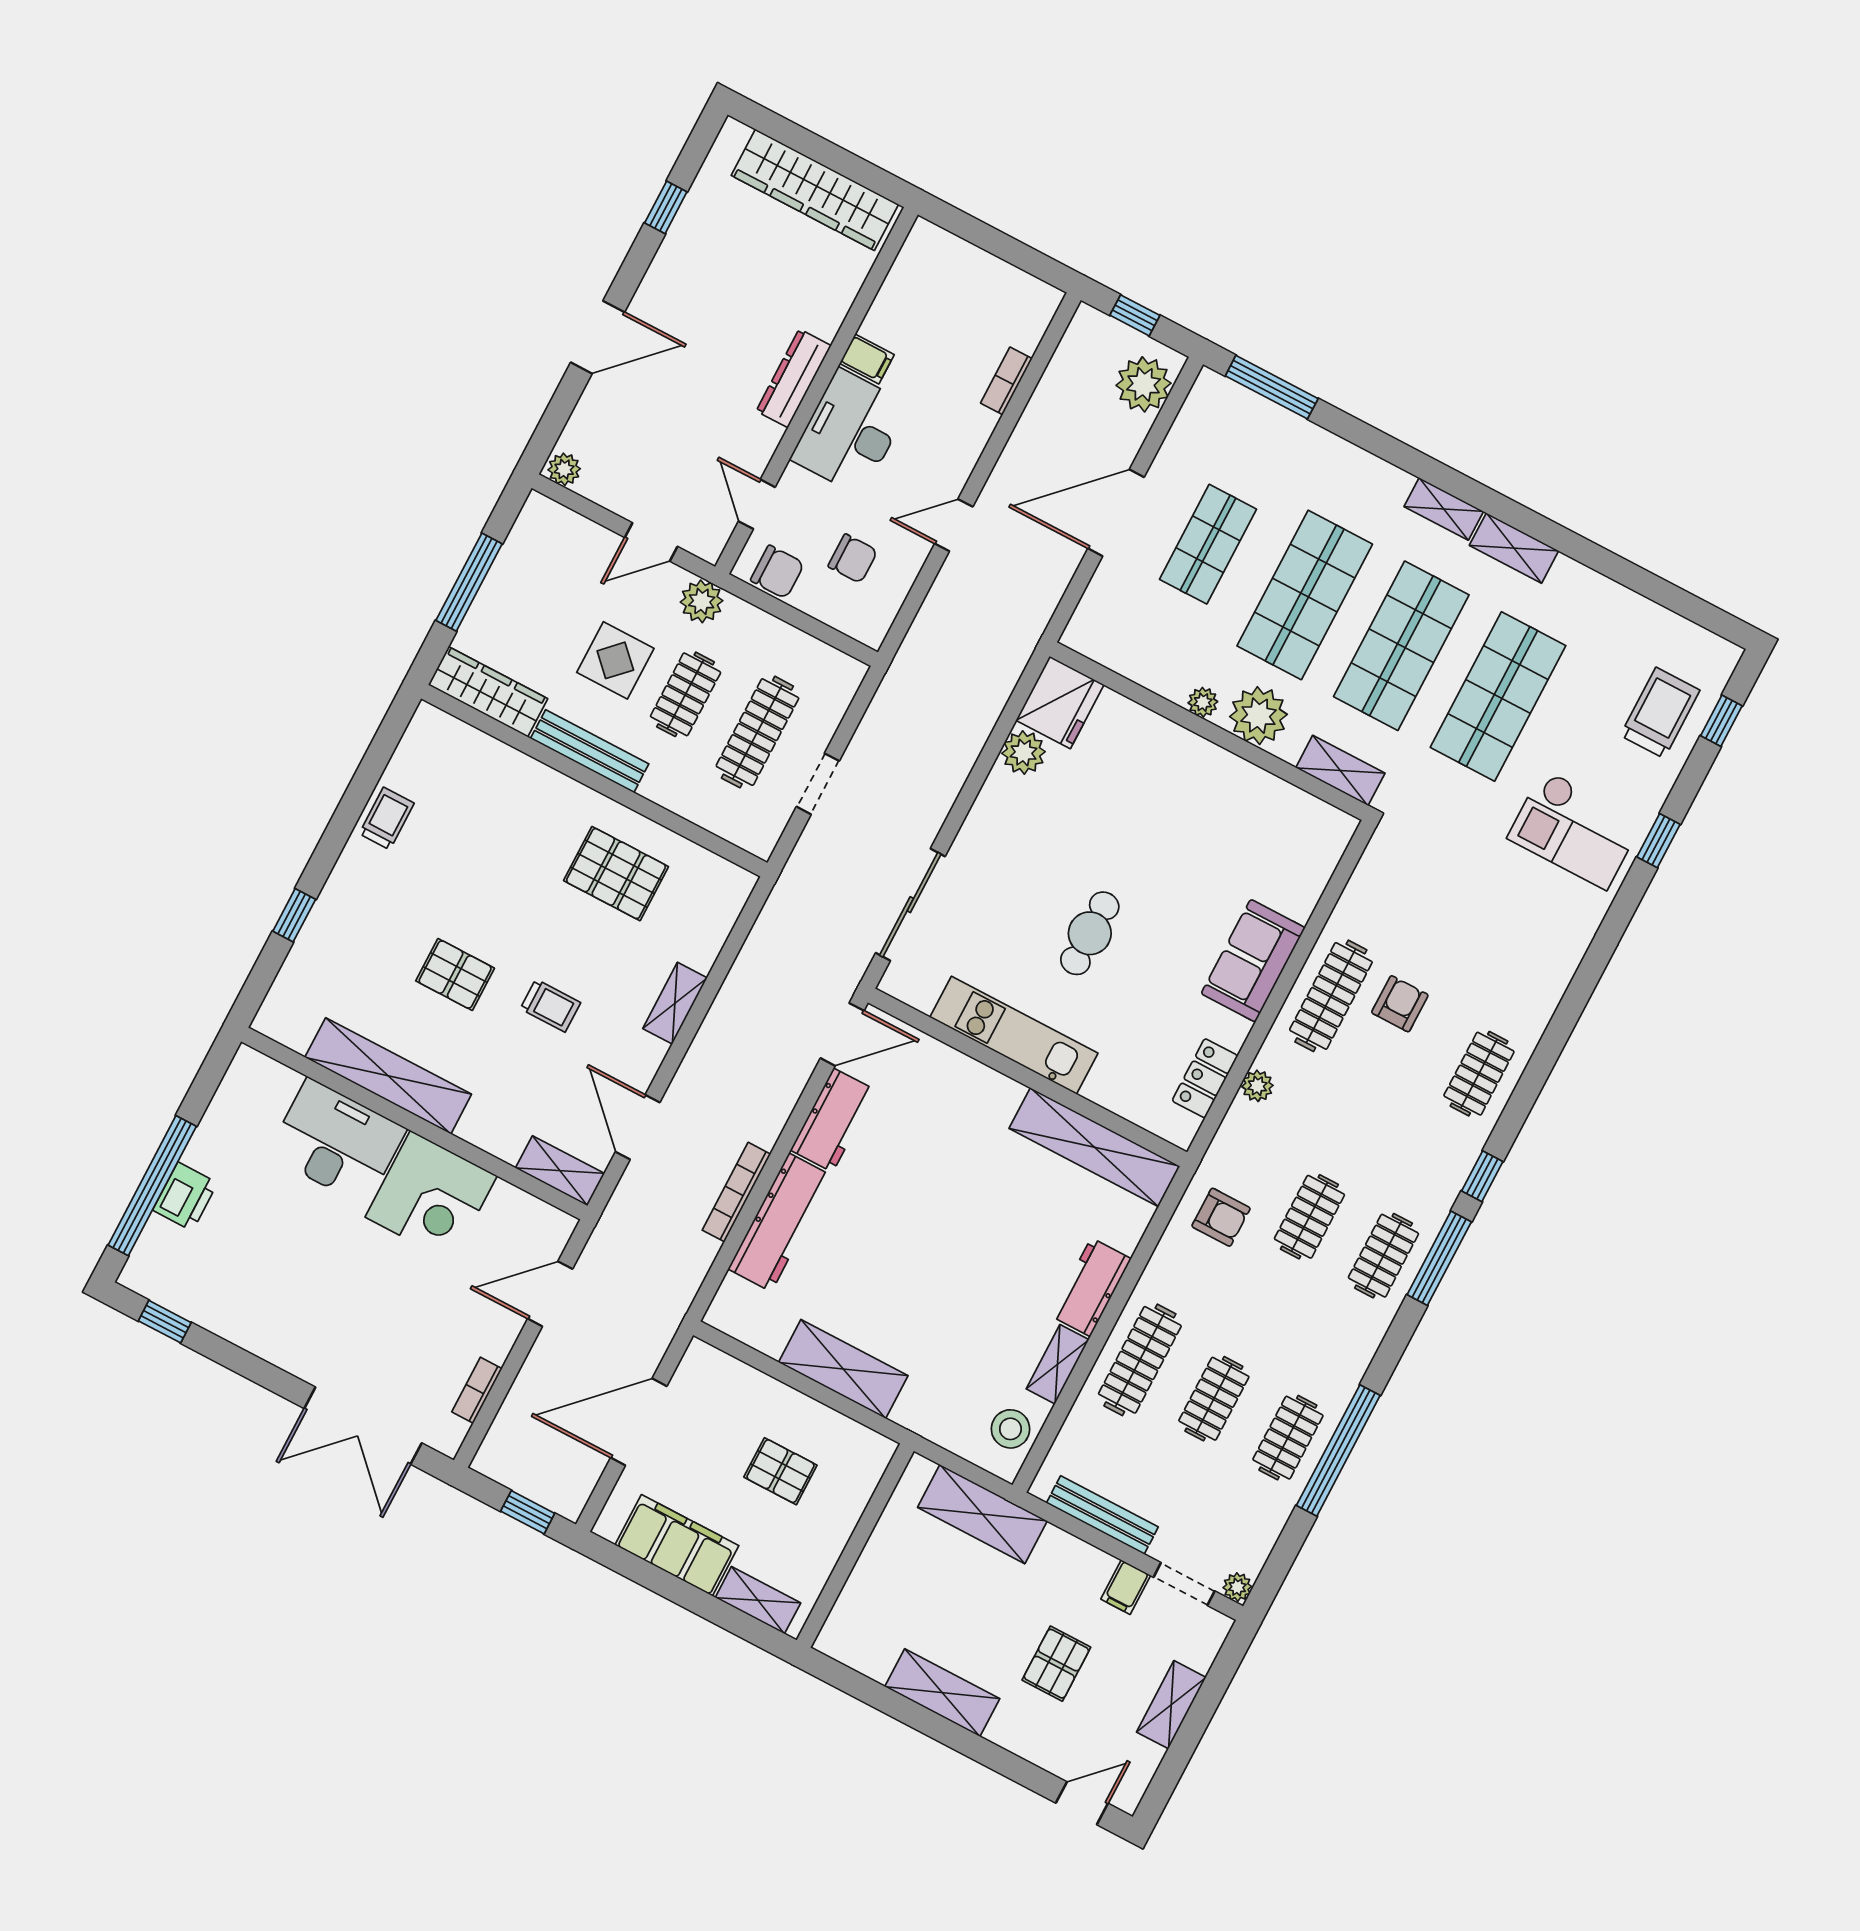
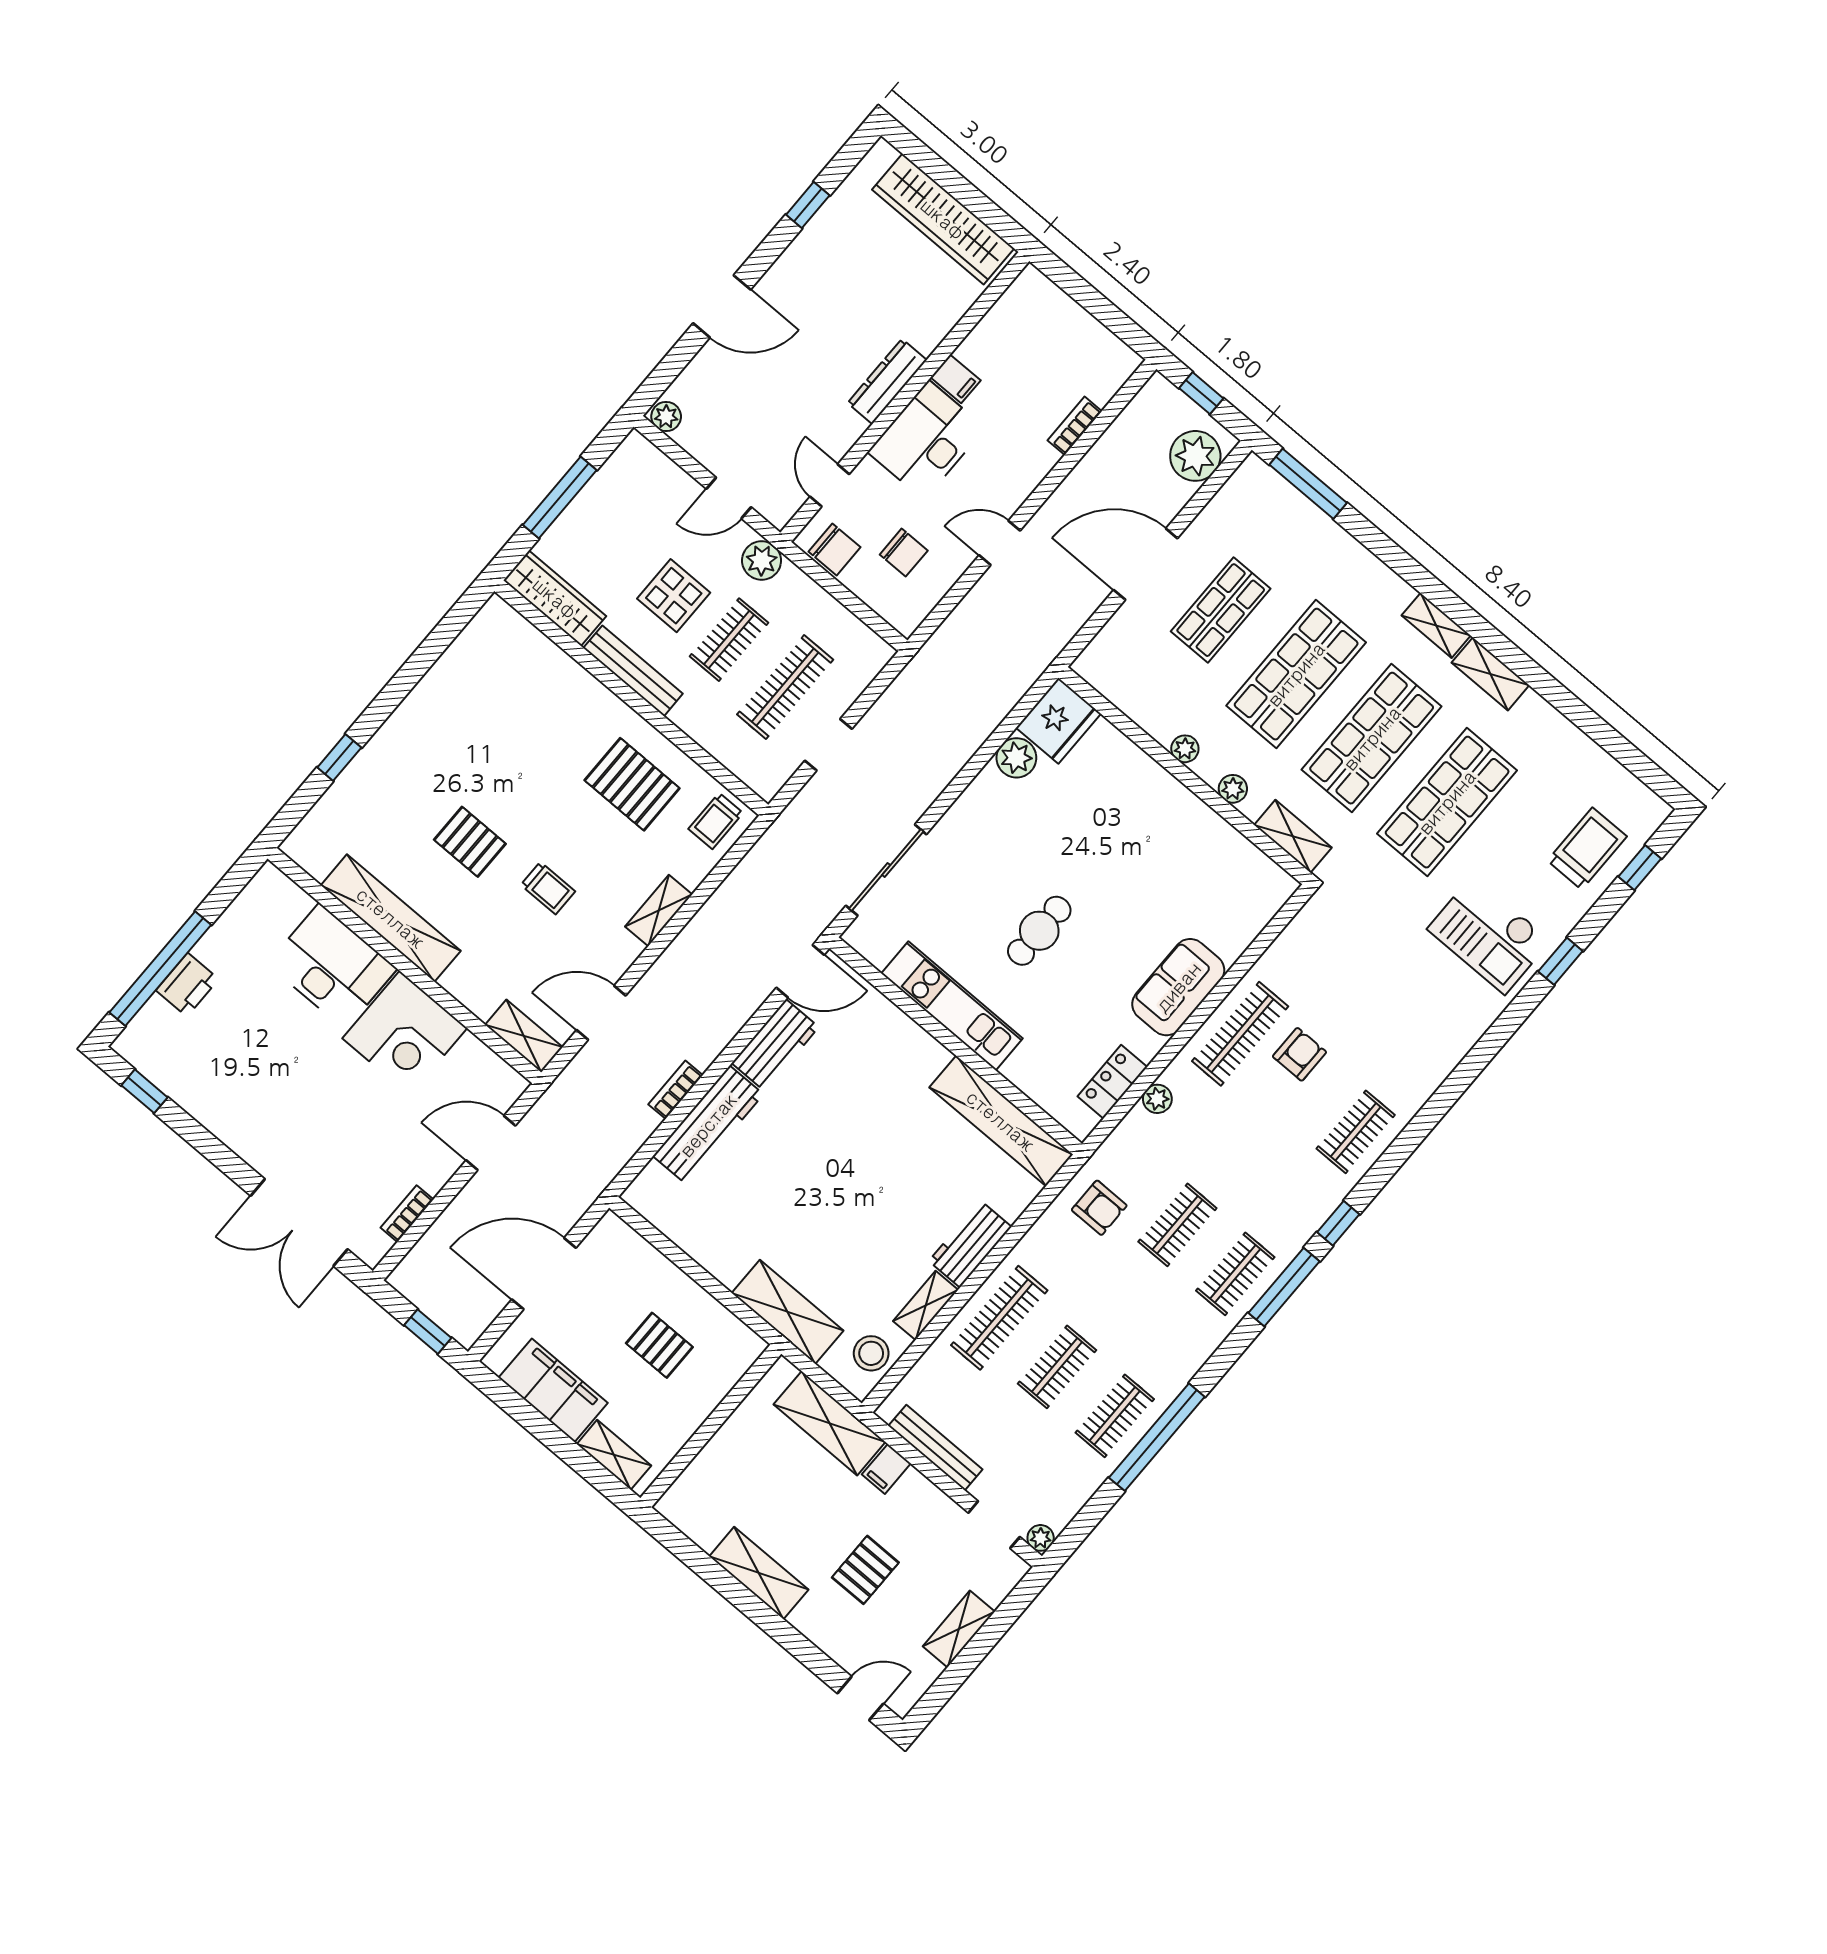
plant: (1258, 716) -> (1233, 789), width x0.53, depth x0.53
trolley: (387, 818) -> (716, 821), moved, turned 180
door: (638, 1127) -> (601, 1013), hinge flipped
bookcase: (736, 1192) -> (676, 1090), width x0.64
shelving: (843, 1369) -> (788, 1312), moved
filing cabinet: (1126, 1587) -> (886, 1469), moved

